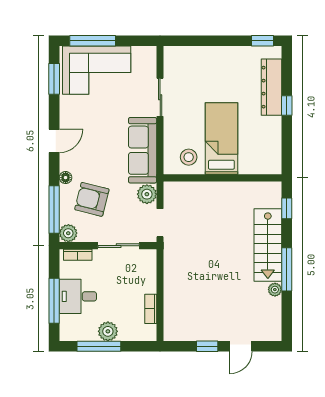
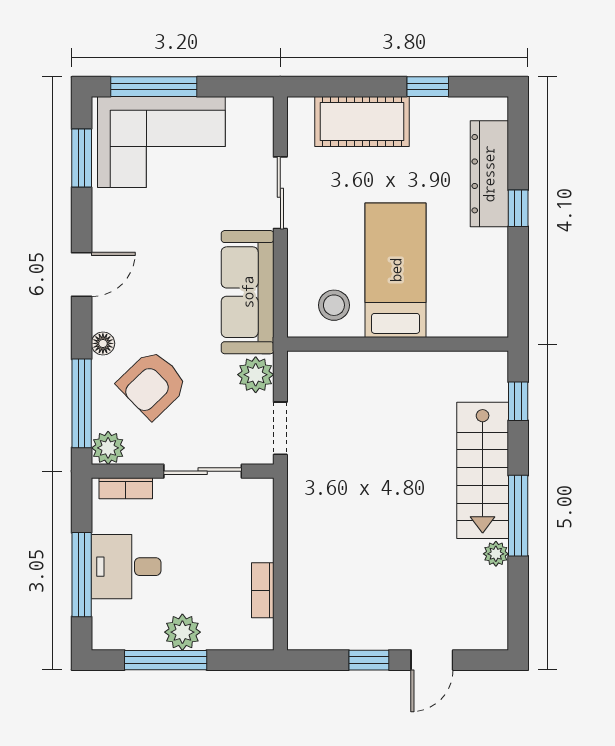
window: (262, 41) -> (428, 87), moved
cot: (204, 59) -> (362, 122), added
armchair: (92, 199) -> (152, 384), turned -58

